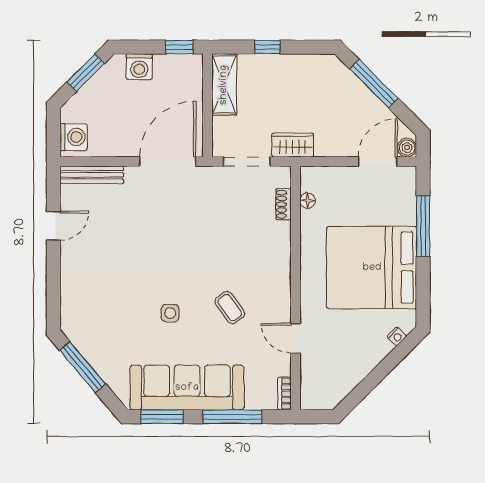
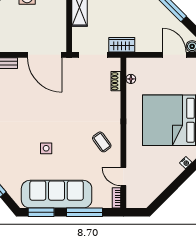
door: (168, 162) -> (45, 55), swing flipped
door: (378, 162) -> (174, 55), hinge flipped
coffee table: (230, 308) -> (102, 142), moved
door: (295, 338) -> (123, 177), moved

